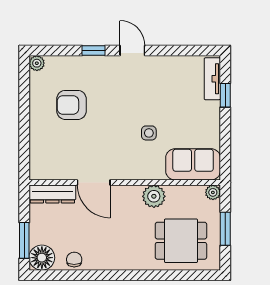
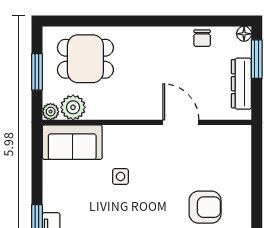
dresser: (52, 194) -> (241, 84), moved, turned -90
plant: (154, 196) -> (73, 107), moved
floor lamp: (42, 258) -> (244, 34), width x0.53, depth x0.53

